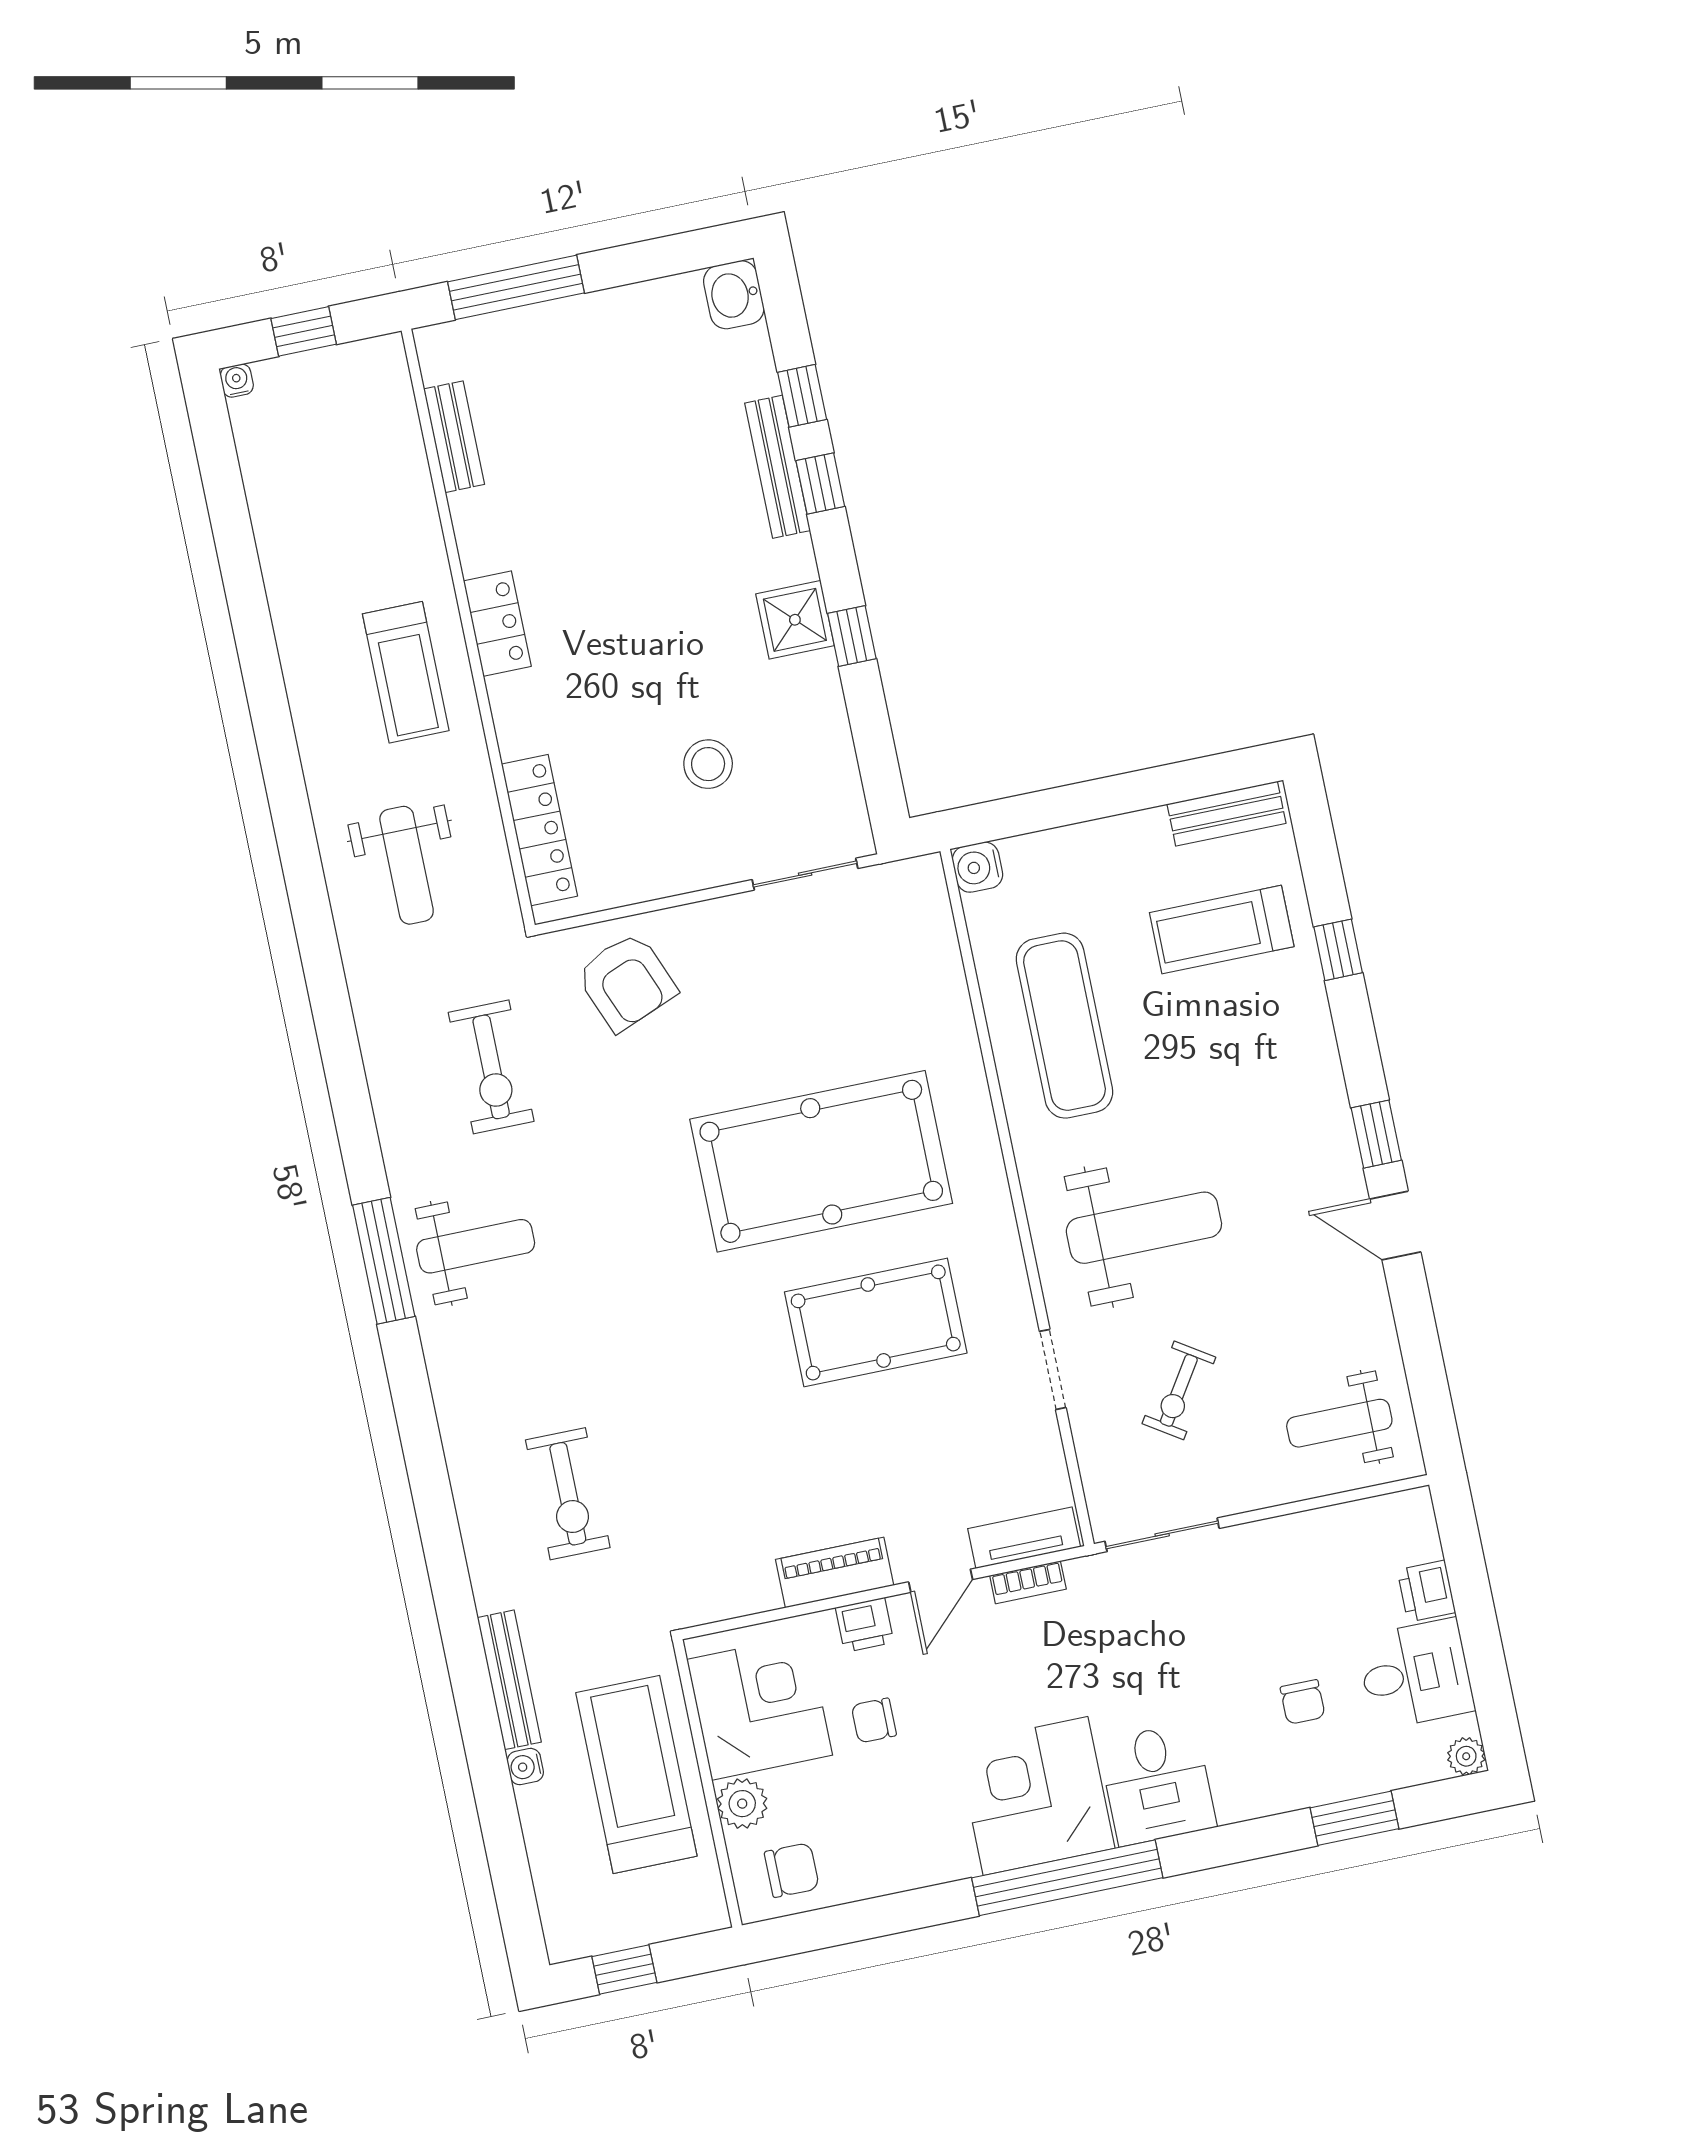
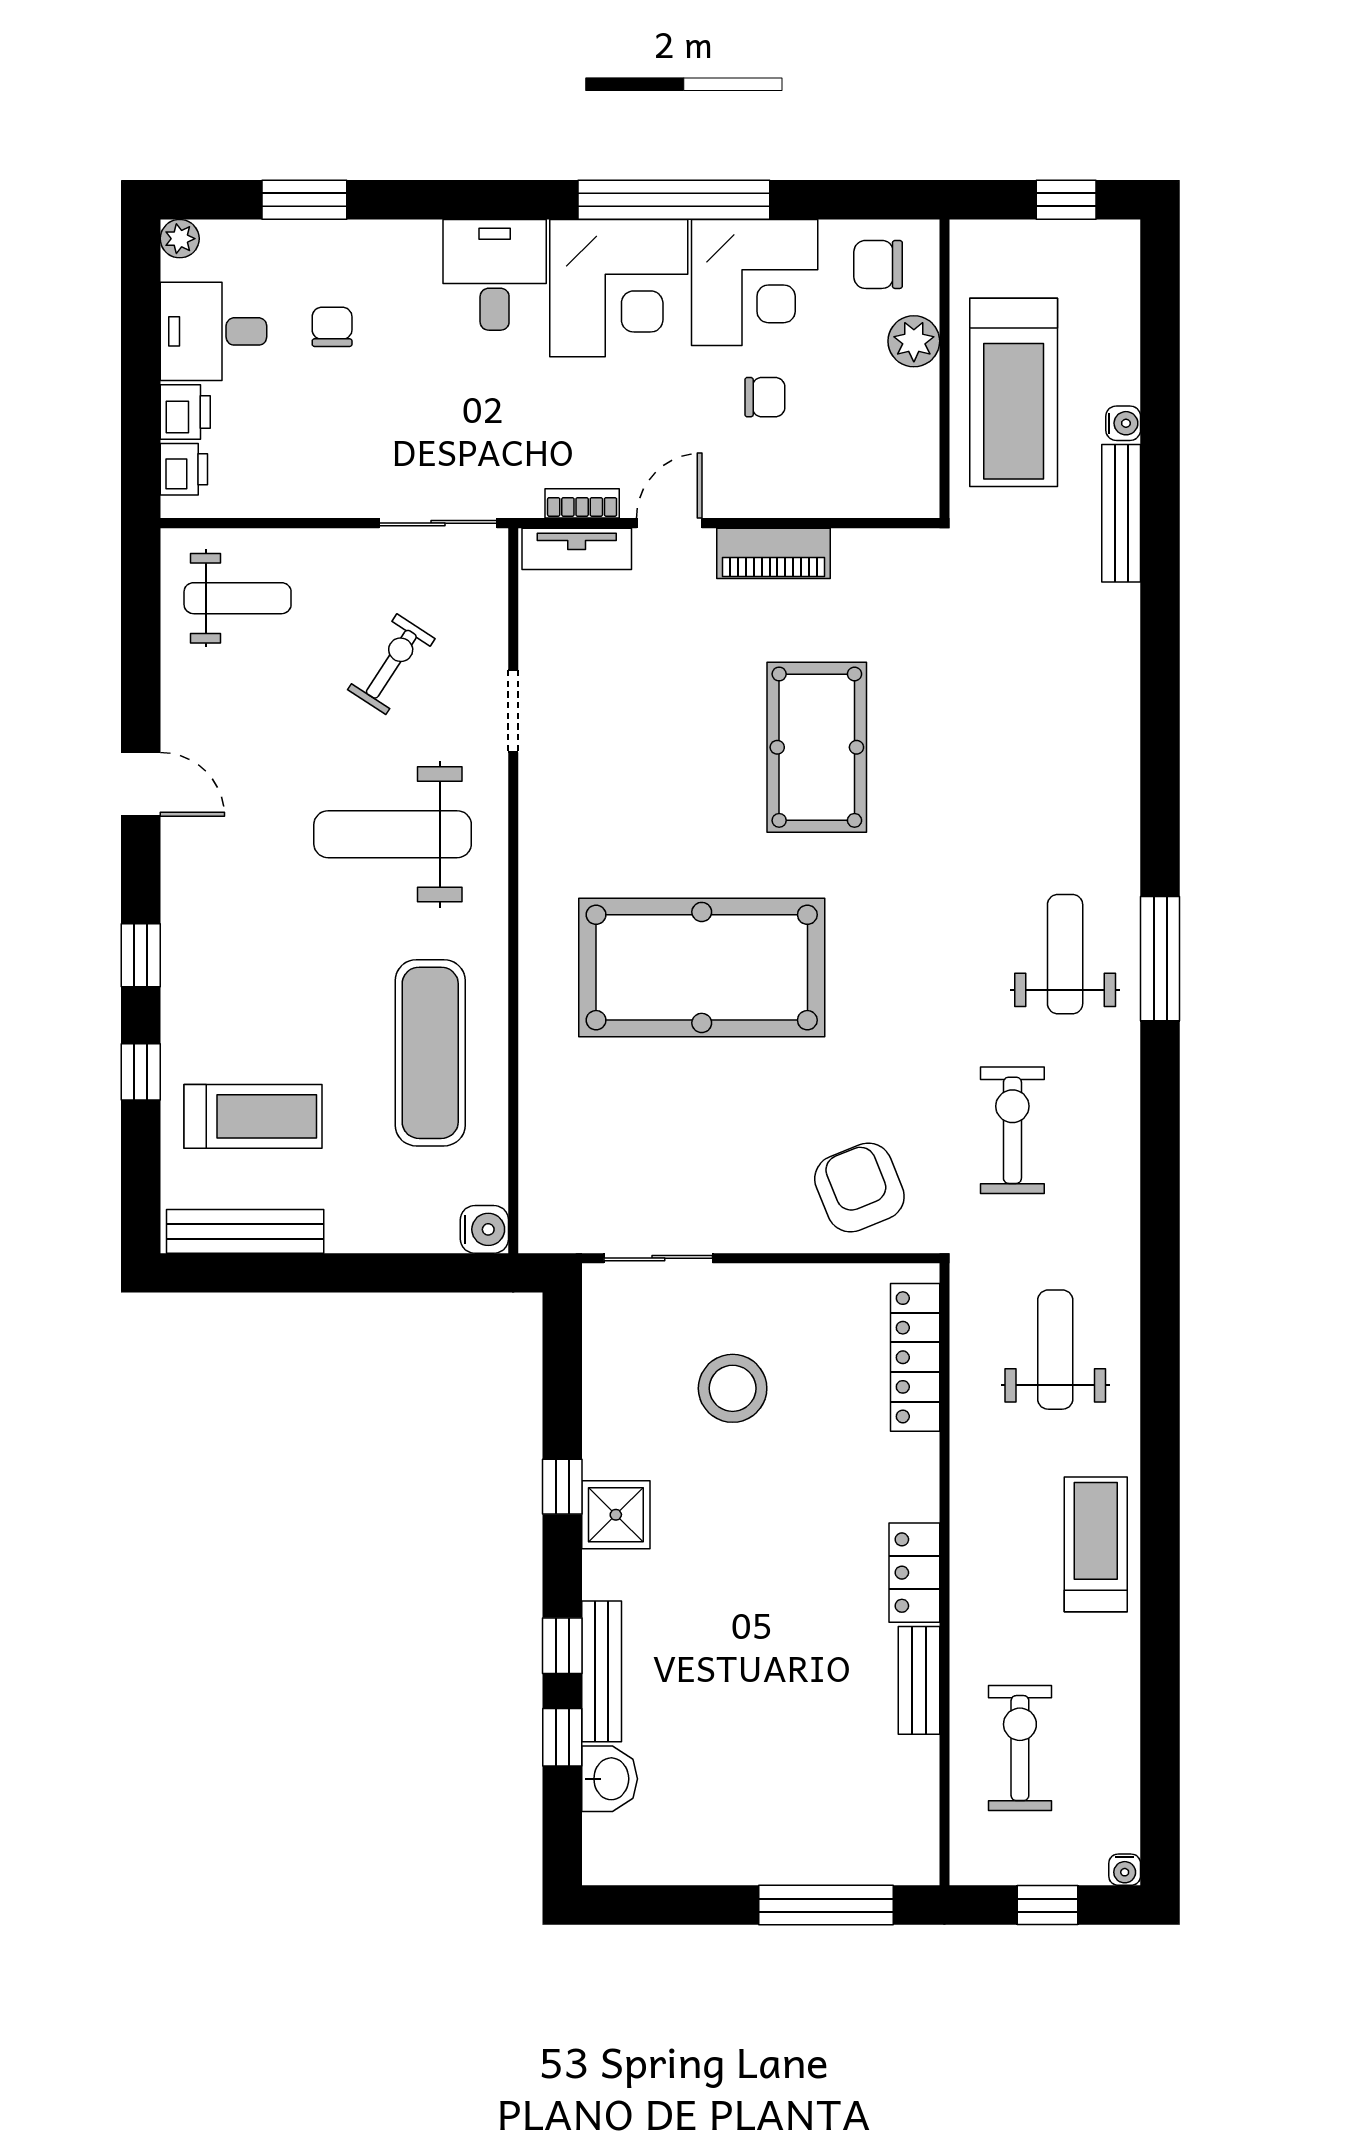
washbasin: (734, 295) -> (610, 1779), moved
bench: (454, 437) -> (919, 1680), moved
treadmill: (406, 672) -> (1096, 1544), moved
stool: (708, 764) -> (733, 1388), width x1.38, depth x1.38
bench: (1227, 814) -> (245, 1231), width x1.36
window: (1376, 1134) -> (141, 955), moved
weight bench: (476, 1246) -> (1065, 954), turned 90
pool table: (876, 1322) -> (817, 747), moved, turned 90
exercise bike: (568, 1494) -> (1020, 1748), moved
printer: (865, 1625) -> (184, 469), moved, turned 90
corner desk: (760, 1707) -> (755, 282), moved, turned -90
window: (1067, 1878) -> (674, 200), moved

